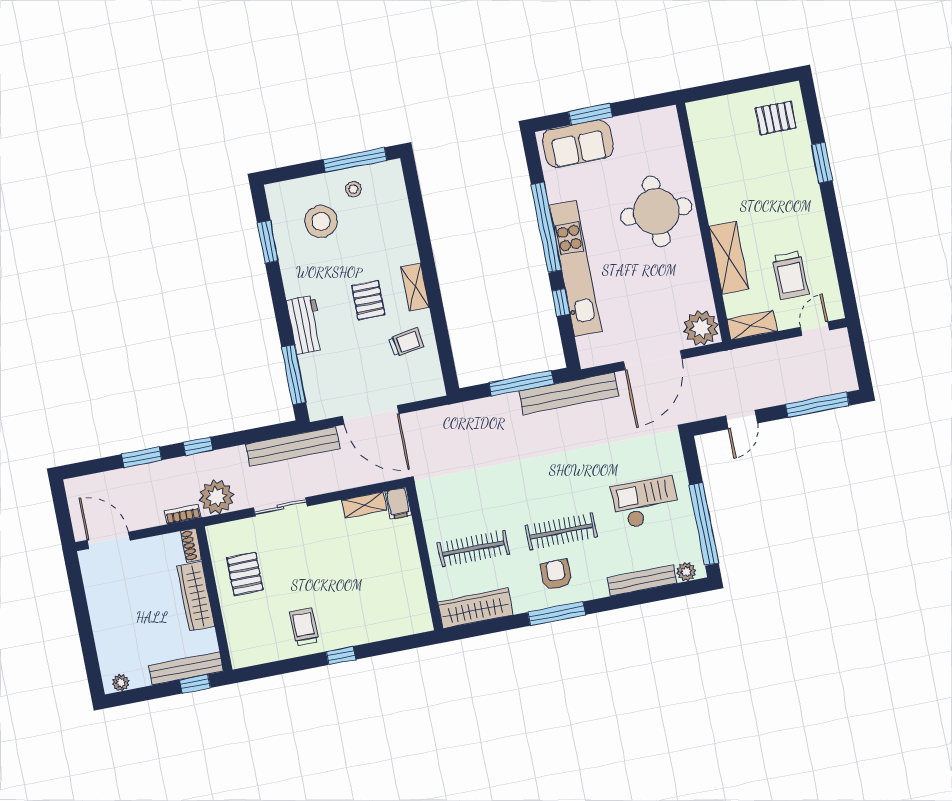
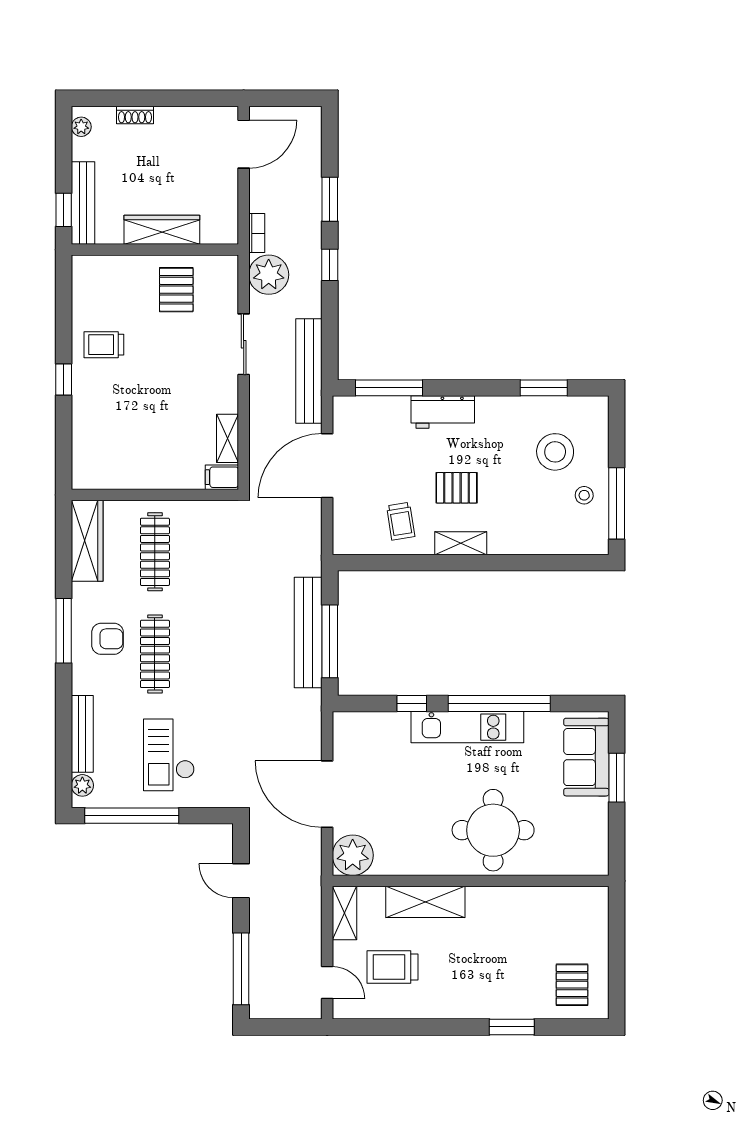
kitchen unit: (575, 268) -> (467, 727), width x0.73
bench: (569, 393) -> (308, 632), moved
checkout: (646, 502) -> (169, 755), turned 180
shoe rack: (191, 545) -> (135, 115), moved, turned 180
pallet: (245, 574) -> (176, 290), turned 90
trolley: (304, 627) -> (104, 345), turned 180

